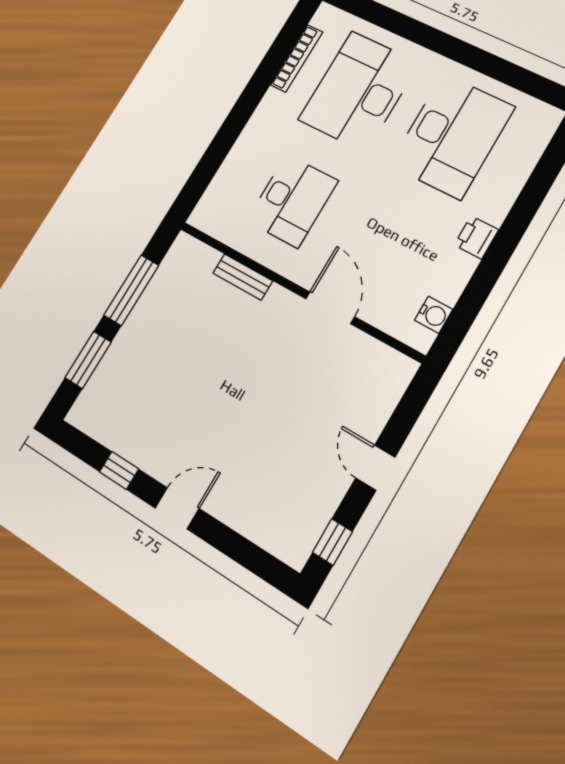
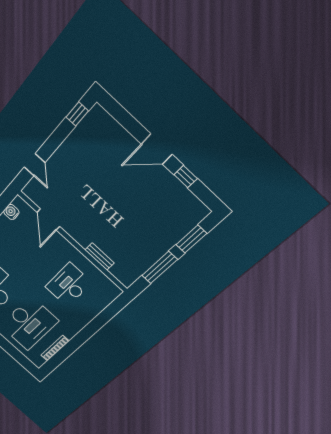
door: (330, 308) -> (48, 219), moved
door: (375, 468) -> (35, 165), moved
door: (177, 508) -> (157, 149), width x1.37

